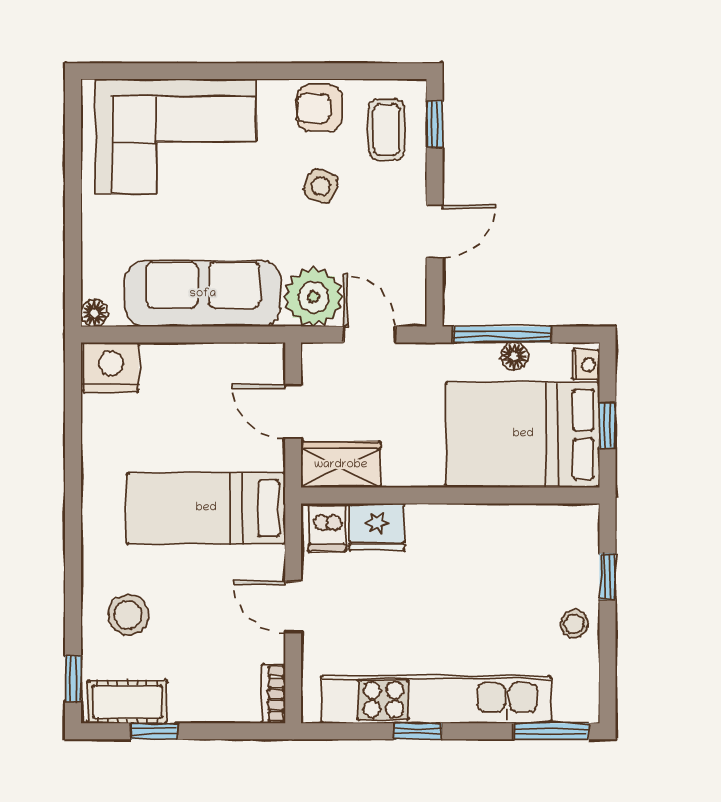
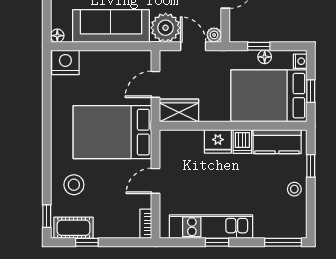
plant: (412, 312) -> (214, 35), added
window: (502, 334) -> (259, 46), width x0.46
door: (293, 412) -> (155, 84), hinge flipped
bed: (206, 508) -> (112, 132), width x1.50
dishwasher: (327, 527) -> (242, 142), moved
fridge: (377, 527) -> (218, 141), moved
kitchen counter: (539, 528) -> (277, 142), added
door: (293, 607) -> (155, 181), hinge flipped
kitchen unit: (436, 700) -> (211, 227), width x0.73

